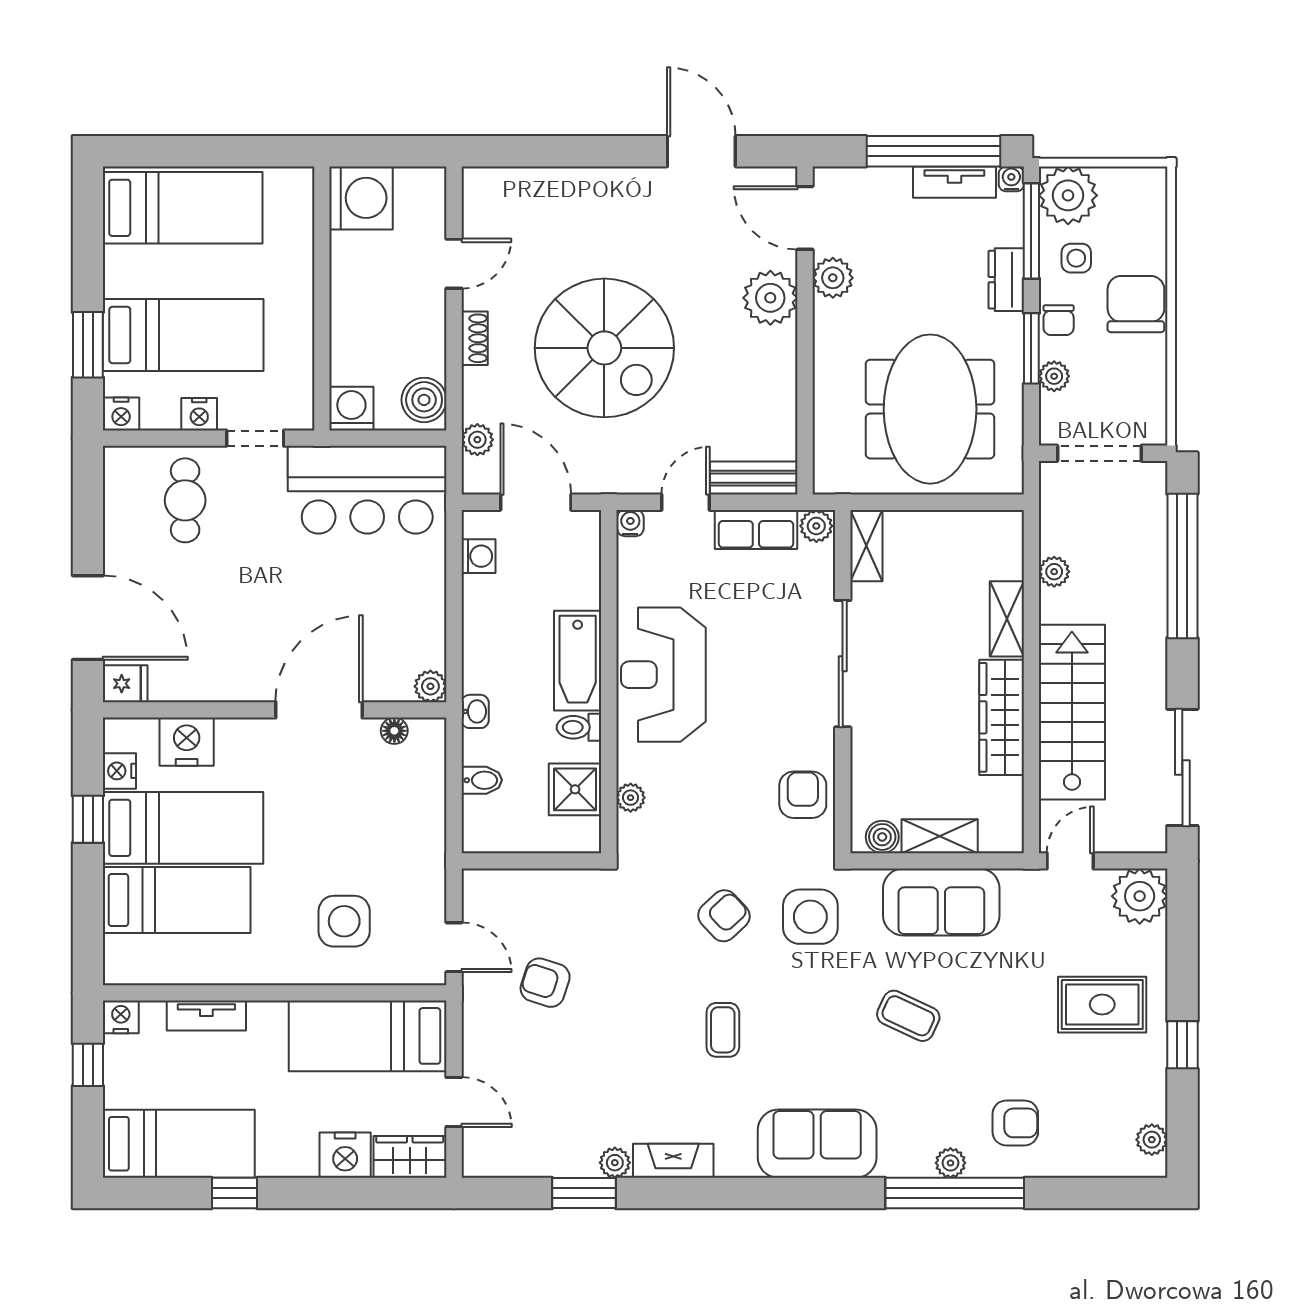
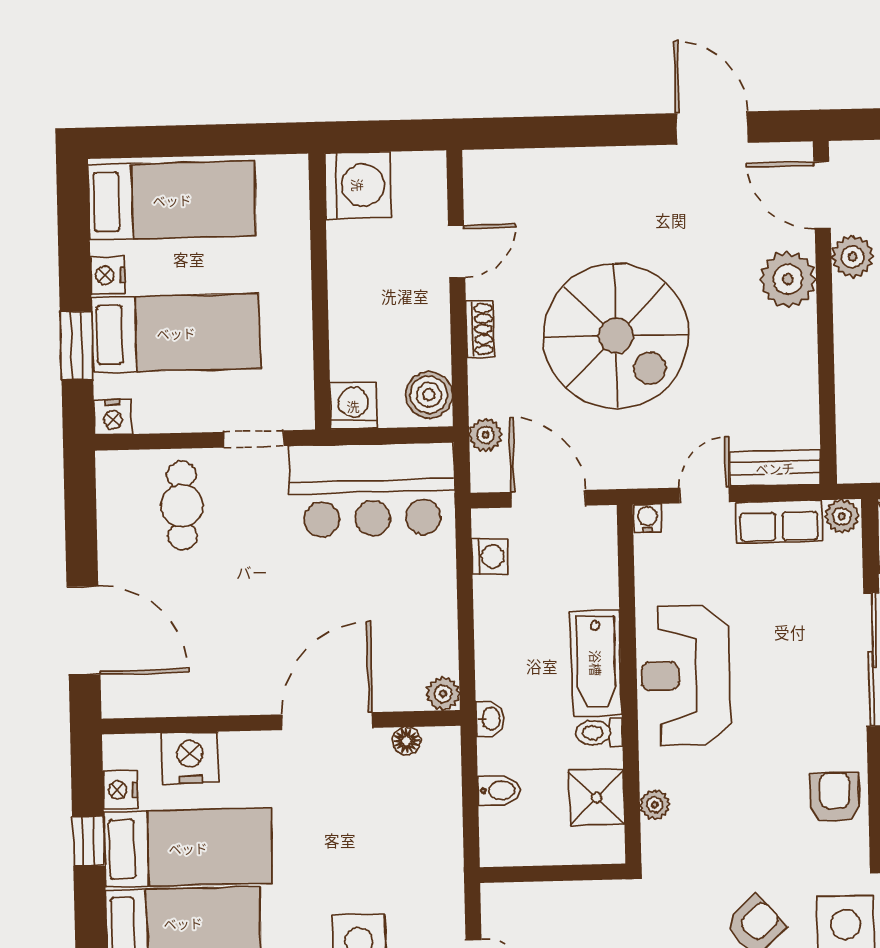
nightstand: (199, 414) -> (108, 275), moved, turned 90
fridge: (125, 684) -> (124, 699), removed

